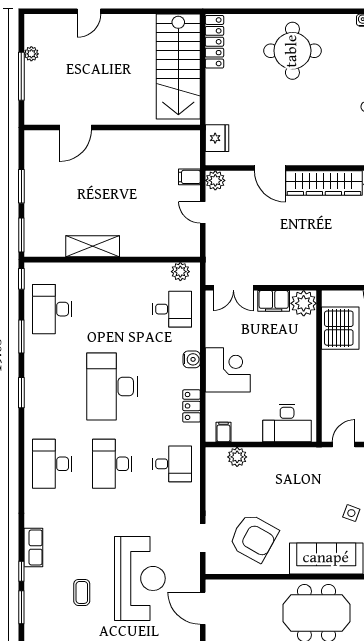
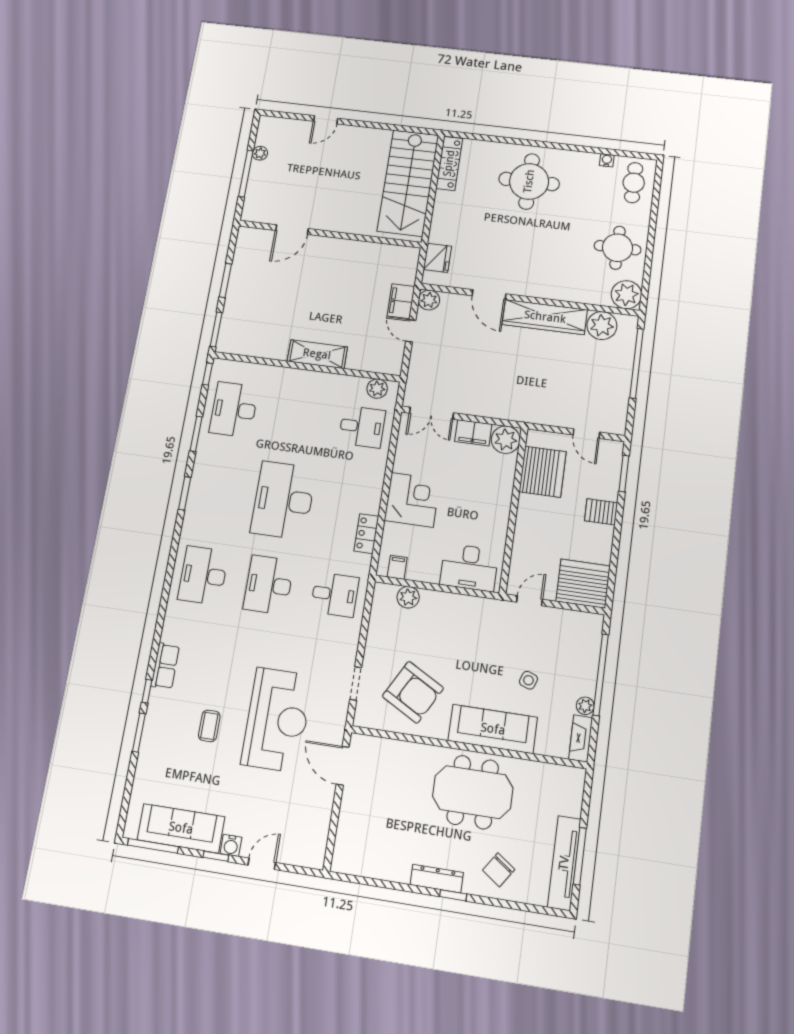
filing cabinet: (189, 177) -> (401, 301), width x2.00
shelving: (93, 246) -> (317, 354), moved
water cooler: (192, 359) -> (375, 483), removed

